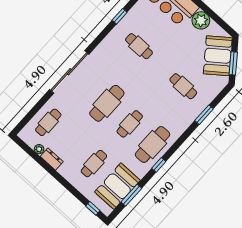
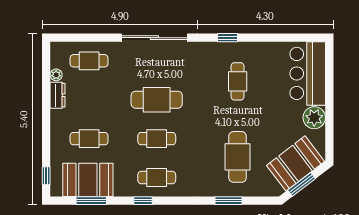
window: (120, 16) -> (228, 38), moved
cafe table: (183, 86) -> (238, 157), width x1.37, depth x1.35
cafe table: (153, 145) -> (157, 178), width x0.73, depth x0.74

